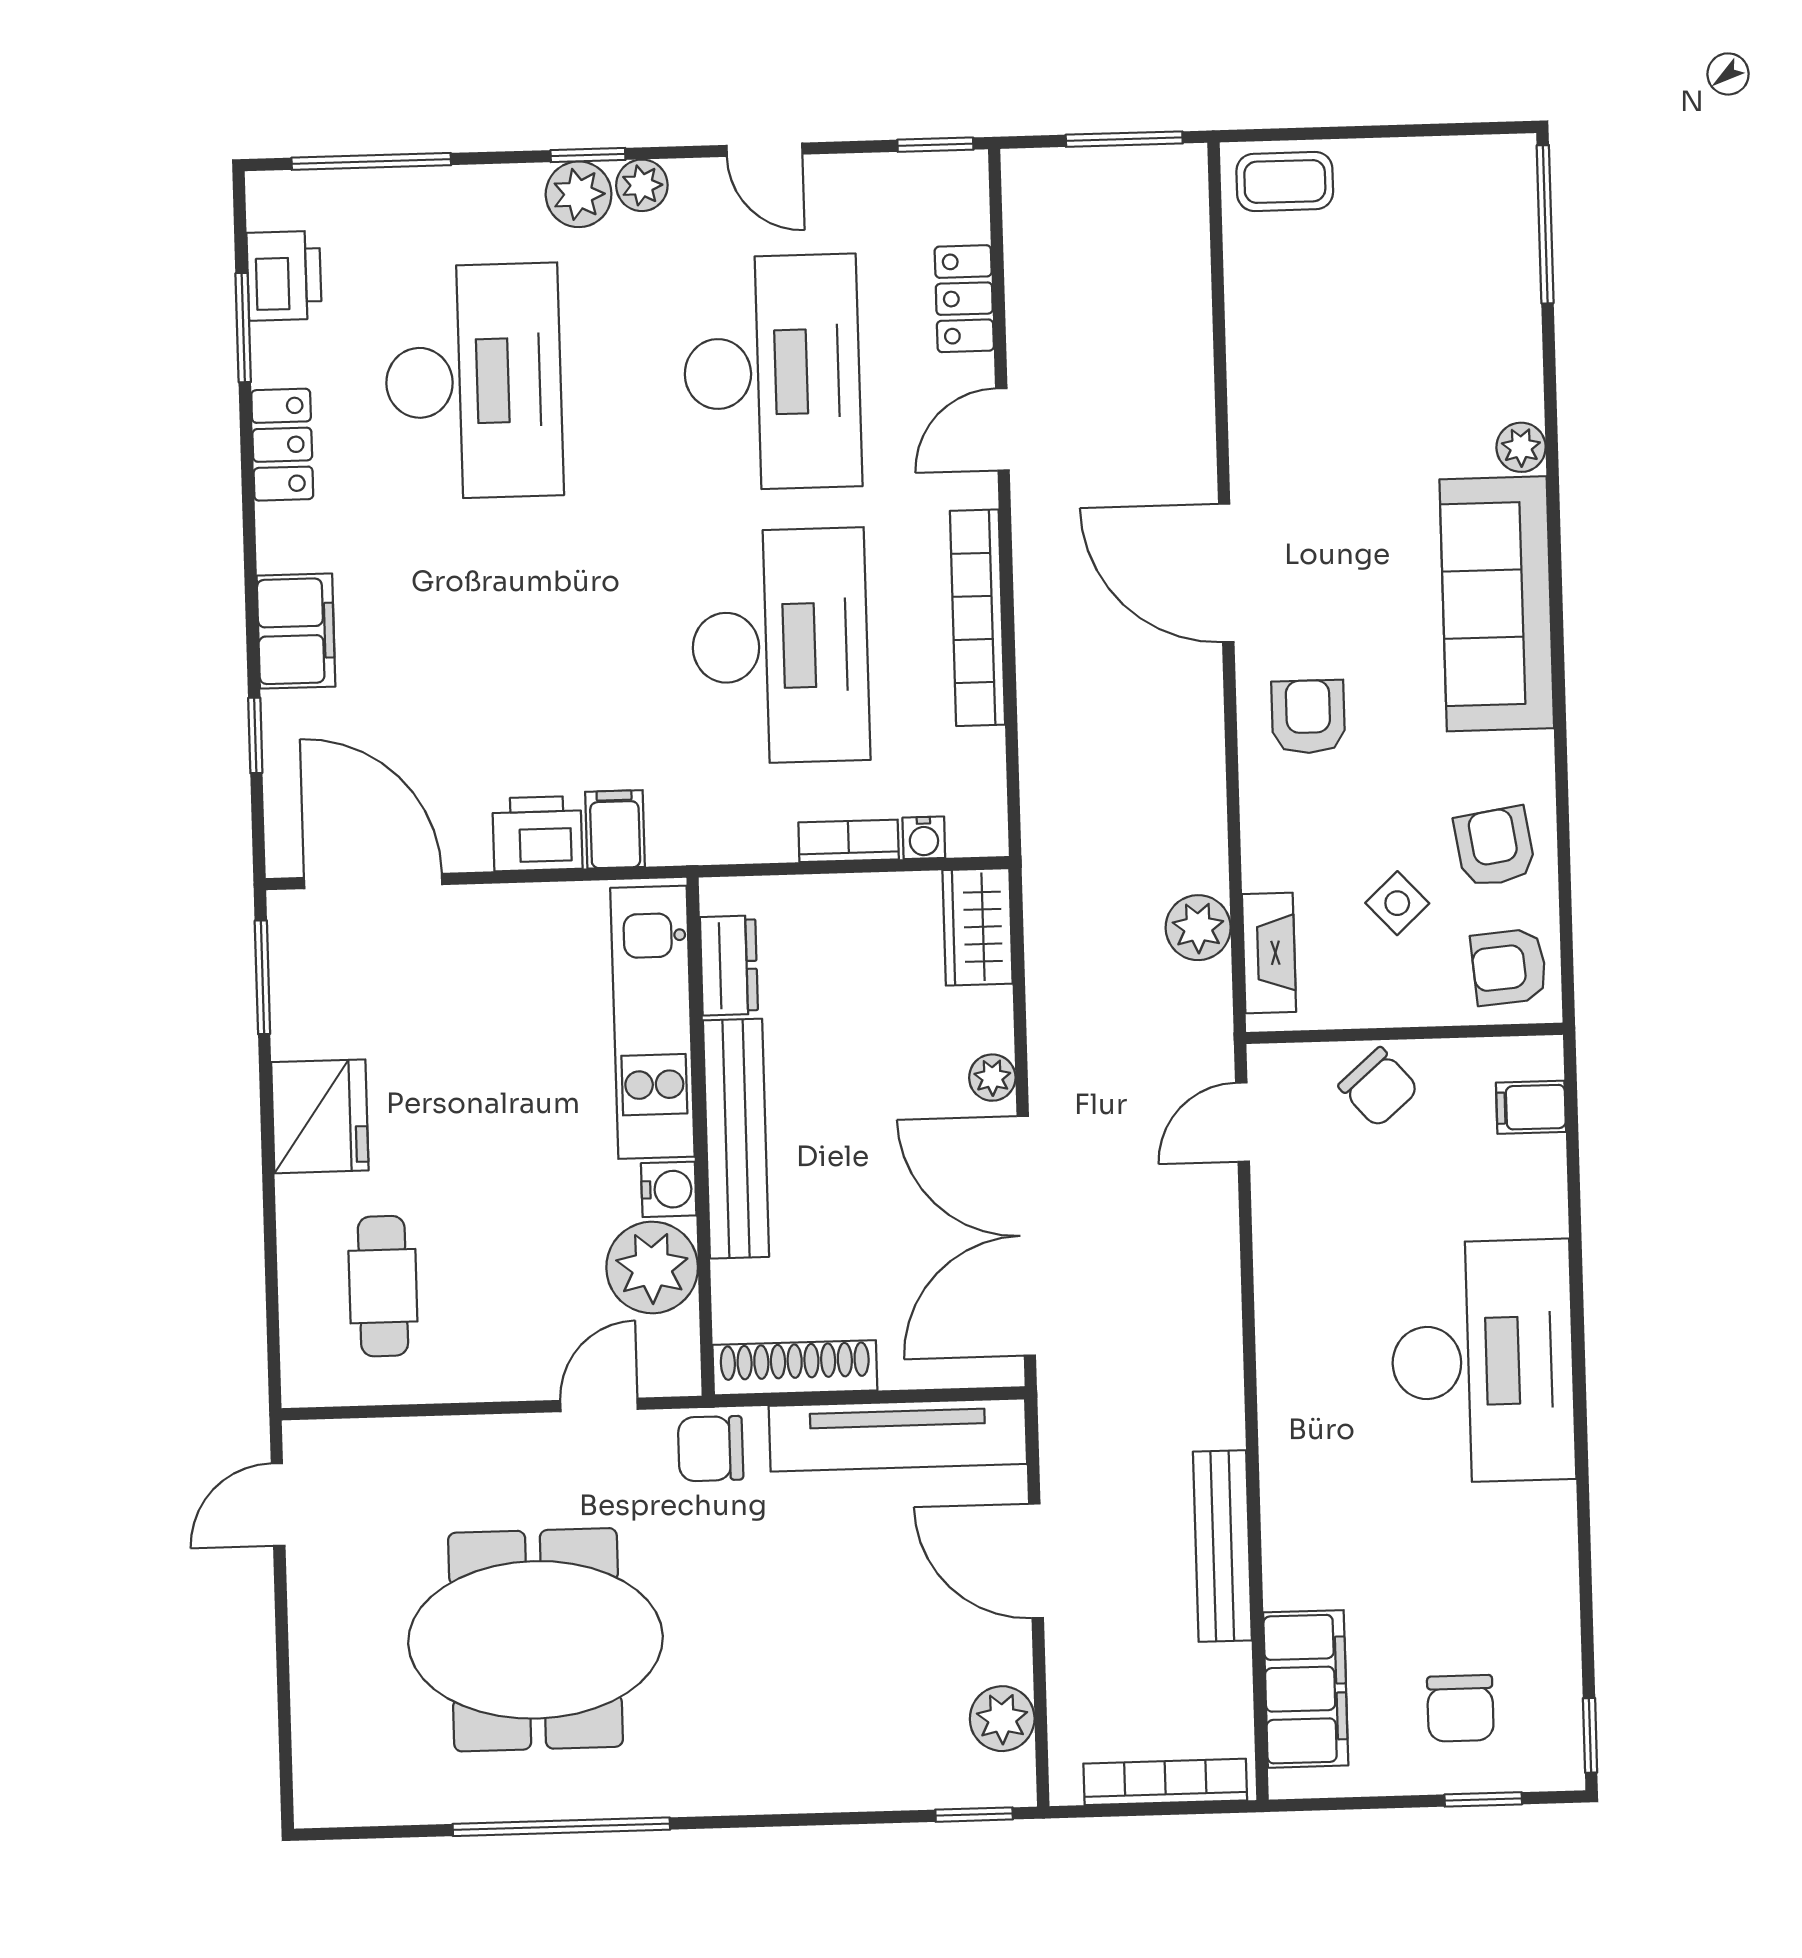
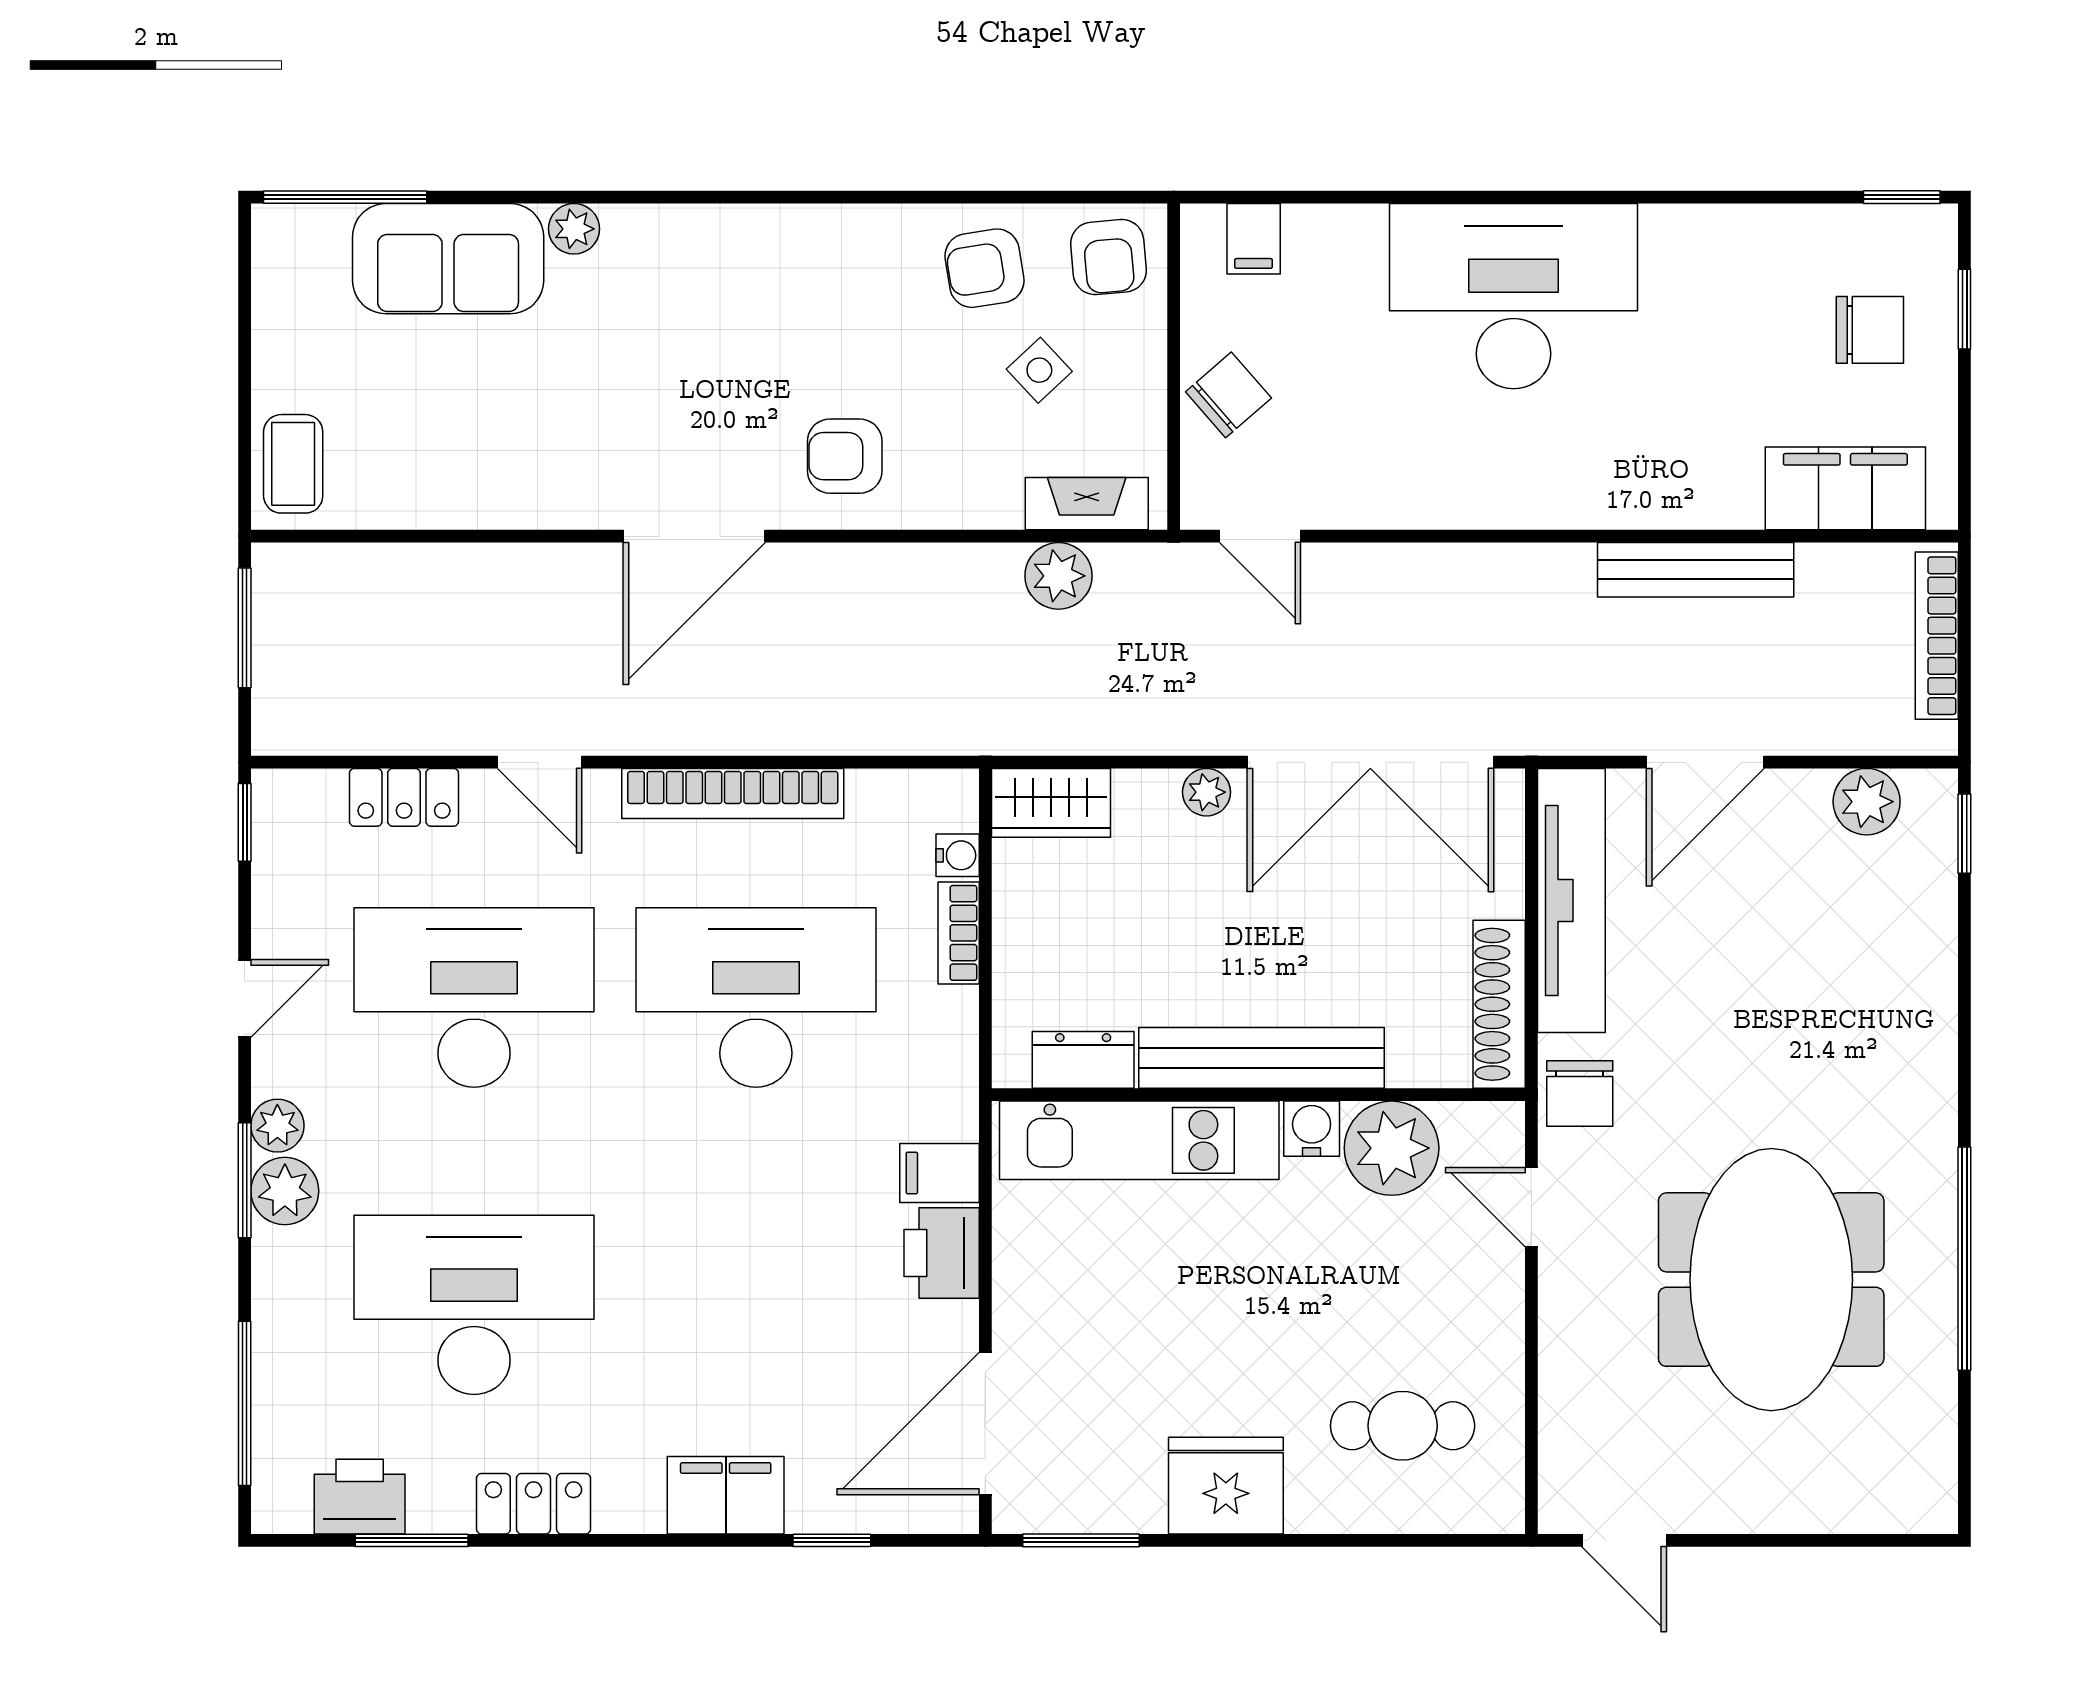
window: (588, 155) -> (245, 1180), width x1.50
sofa: (1497, 604) -> (448, 259), moved, width x0.73

